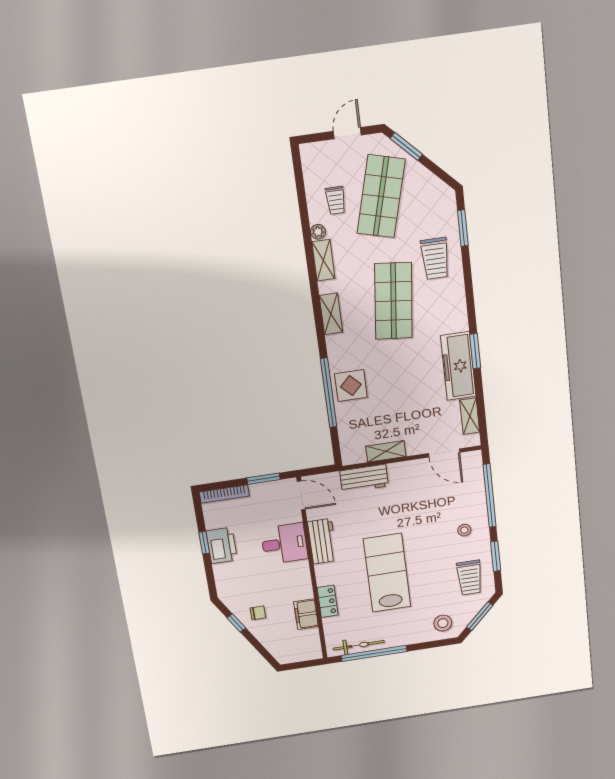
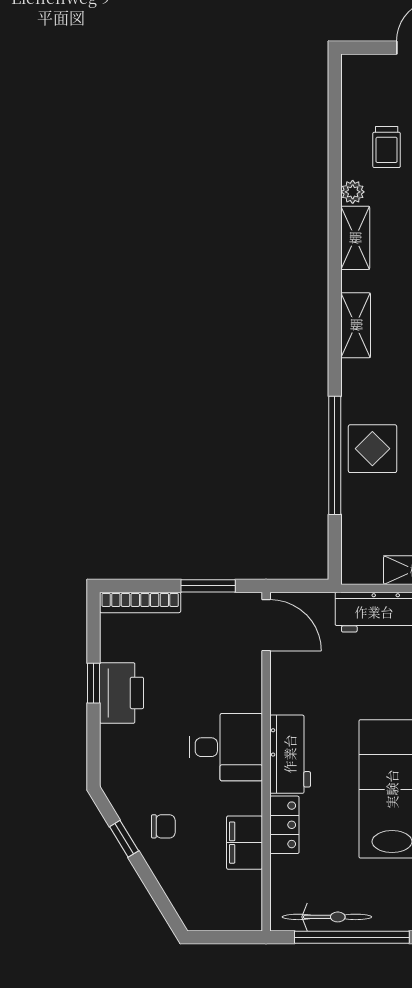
workbench: (322, 541) -> (290, 754), moved
desk: (284, 544) -> (226, 747), moved

